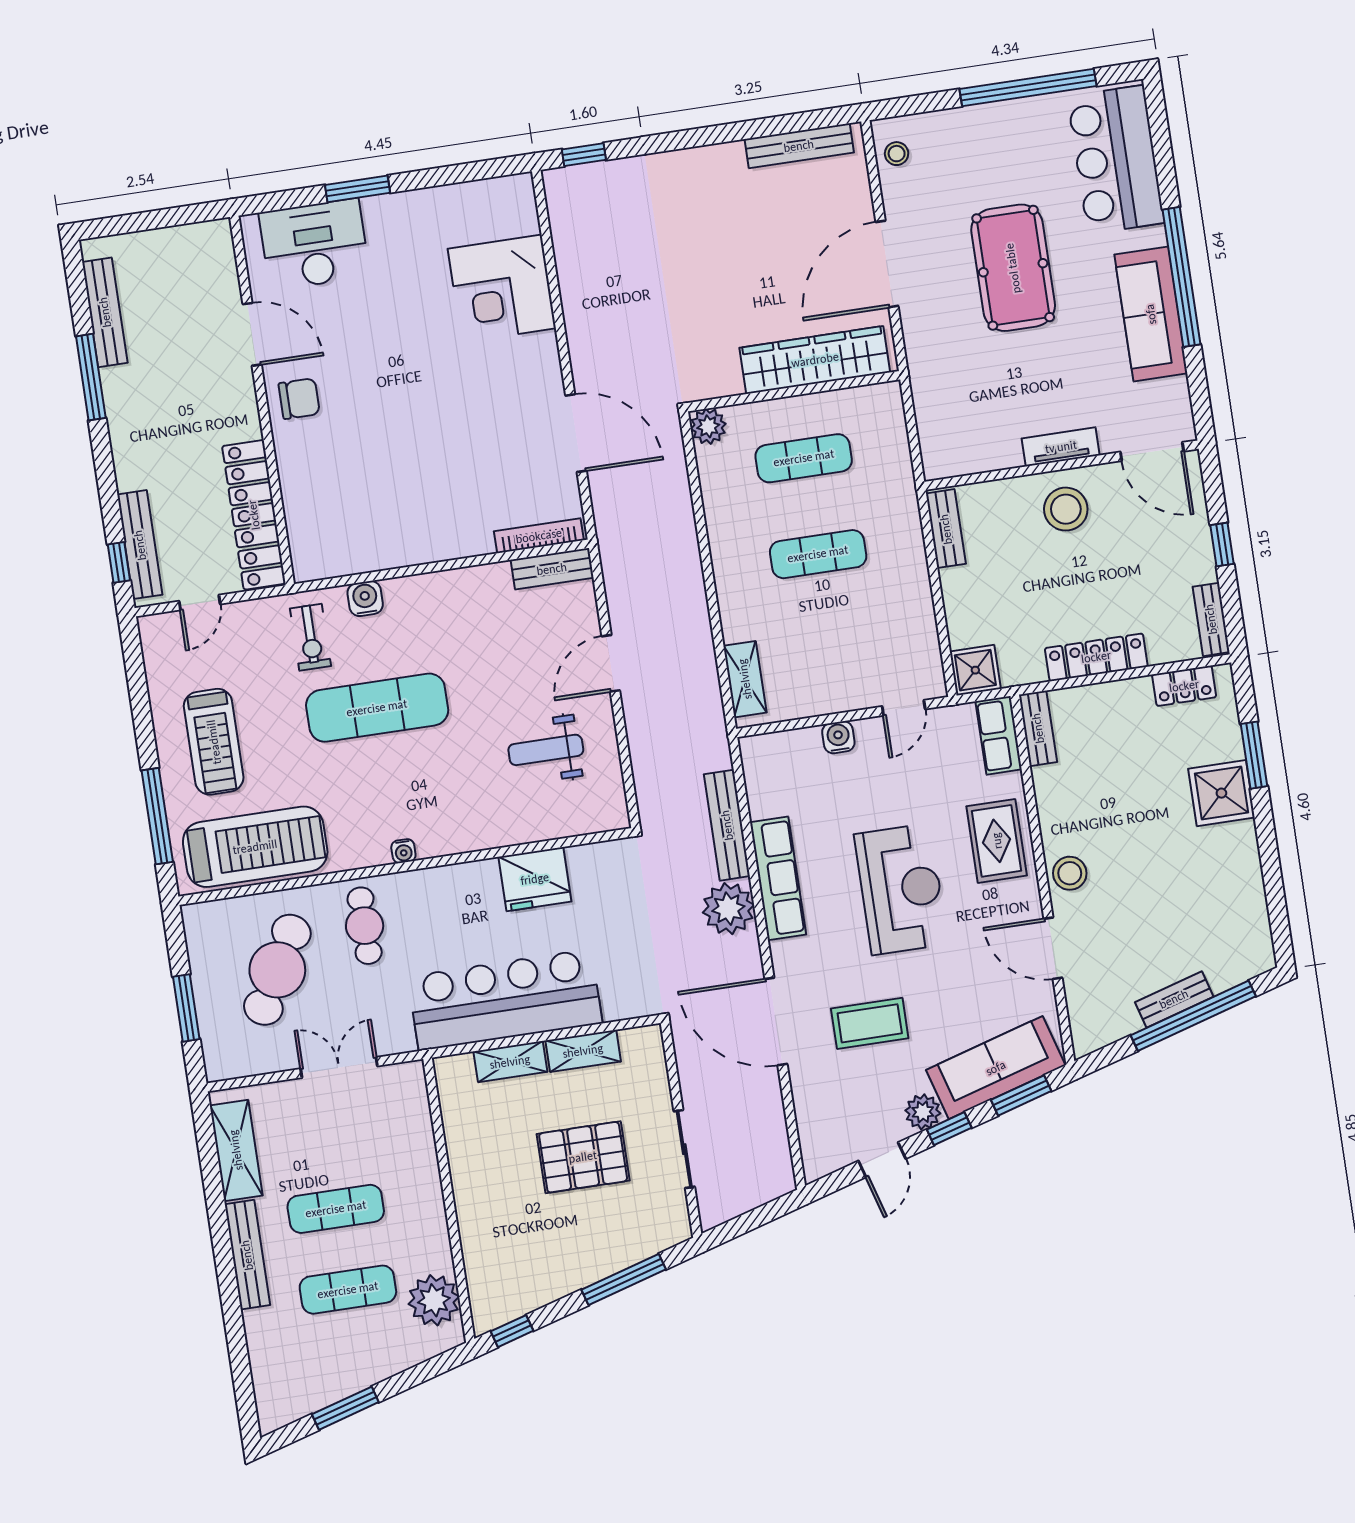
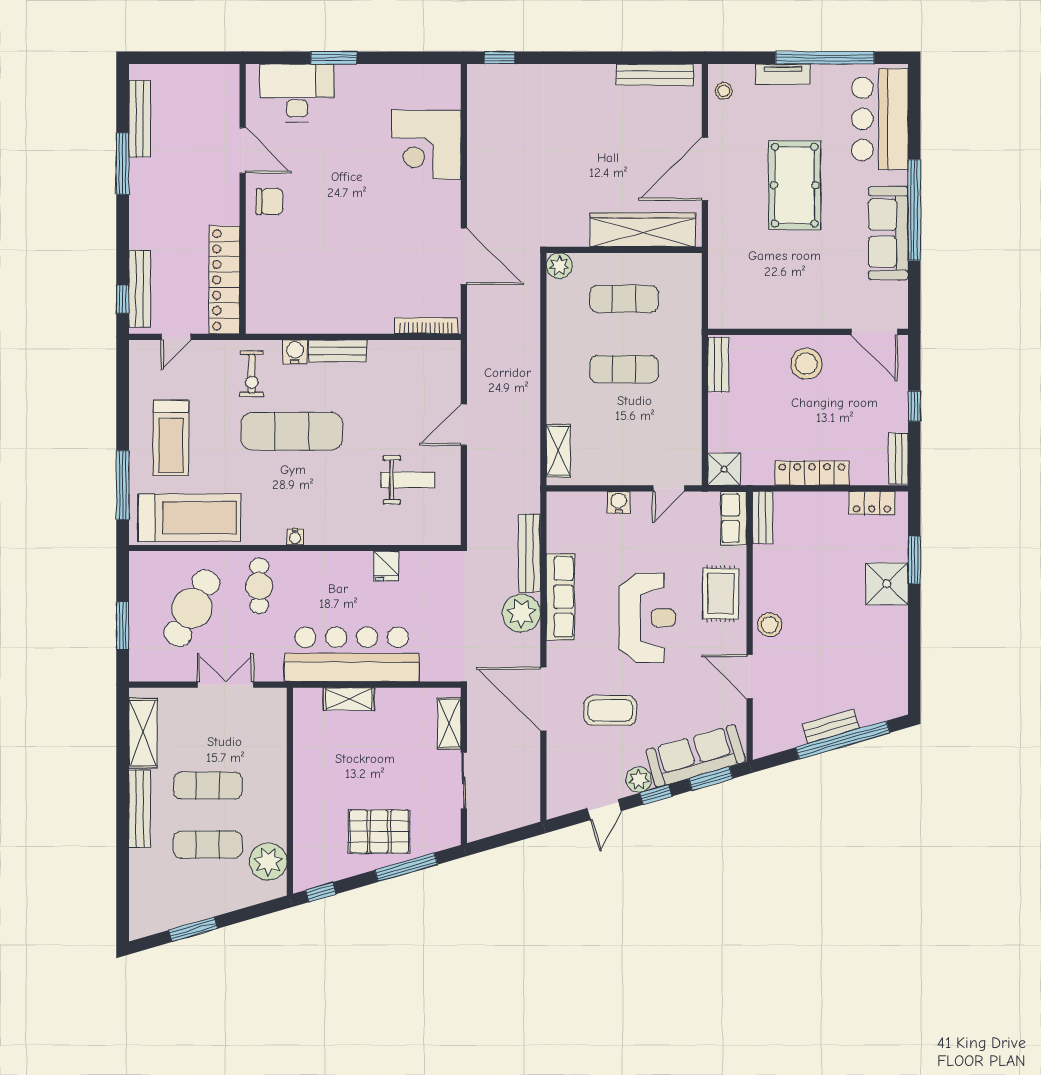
tv unit: (1061, 447) -> (783, 74), moved, turned 180
bench: (552, 569) -> (338, 351), moved
weight bench: (546, 750) -> (408, 480), turned 180
fridge: (535, 879) -> (386, 566), width x0.53, depth x0.75
shelving: (583, 1051) -> (449, 723), moved, turned 90
pallet: (583, 1157) -> (379, 831), moved

